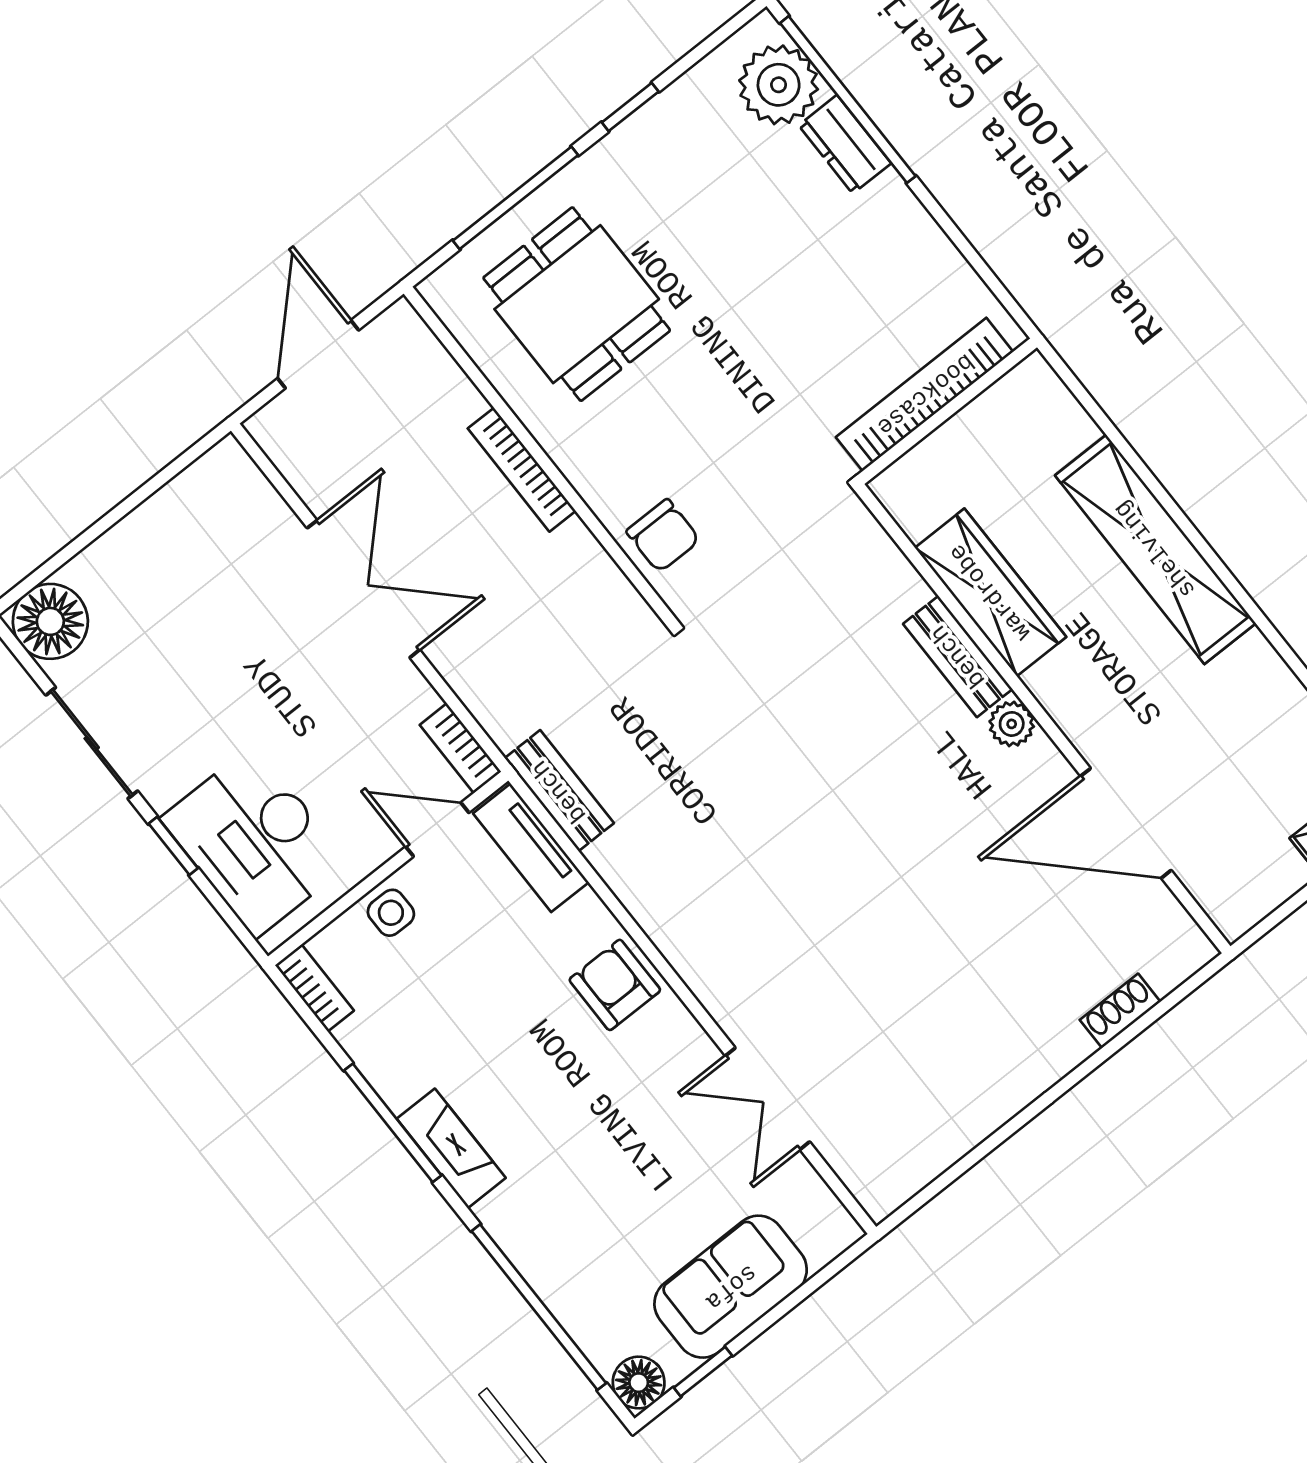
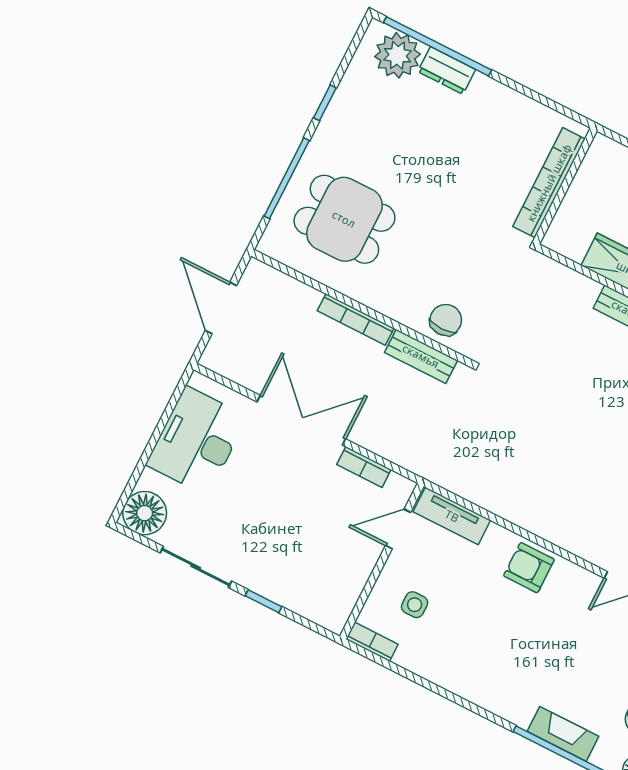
chair: (663, 536) -> (446, 320), turned -90
bookcase: (460, 748) -> (364, 467), moved
bench: (559, 791) -> (421, 356), moved
desk: (255, 841) -> (197, 441), moved, turned 90
side table: (391, 913) -> (415, 605), moved
window: (393, 1123) -> (446, 694), removed
fireplace: (451, 1148) -> (563, 734), moved

